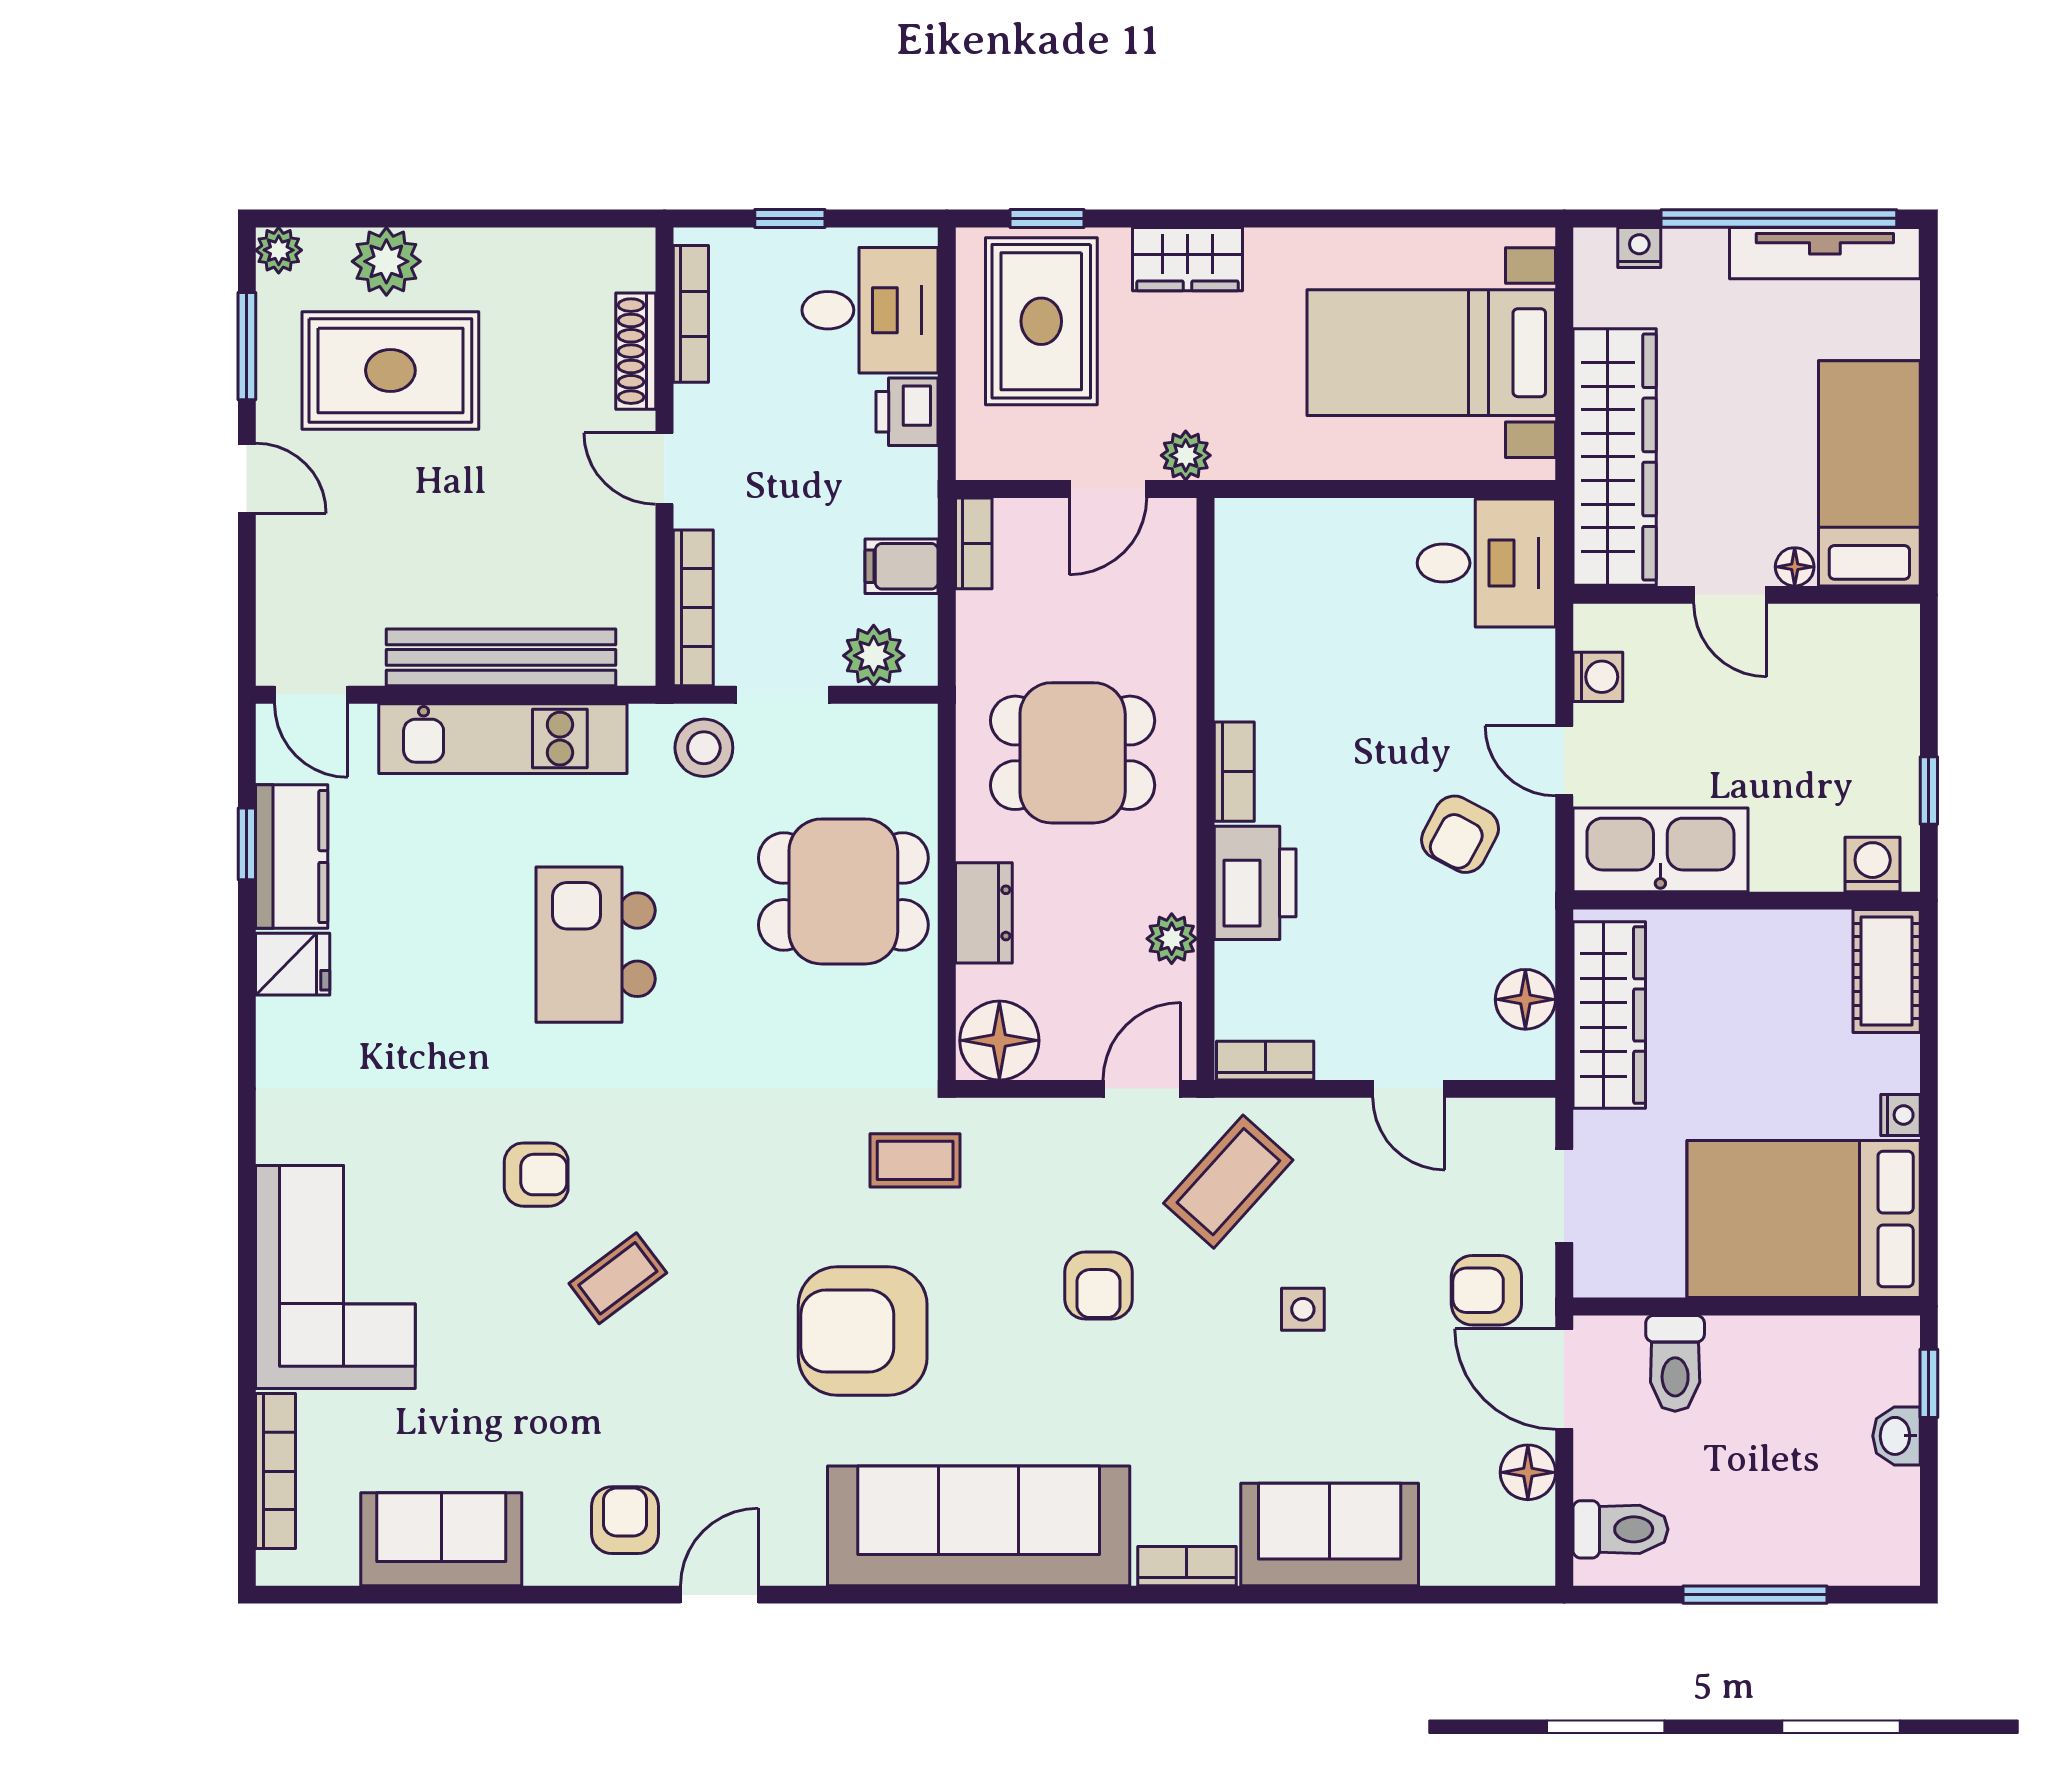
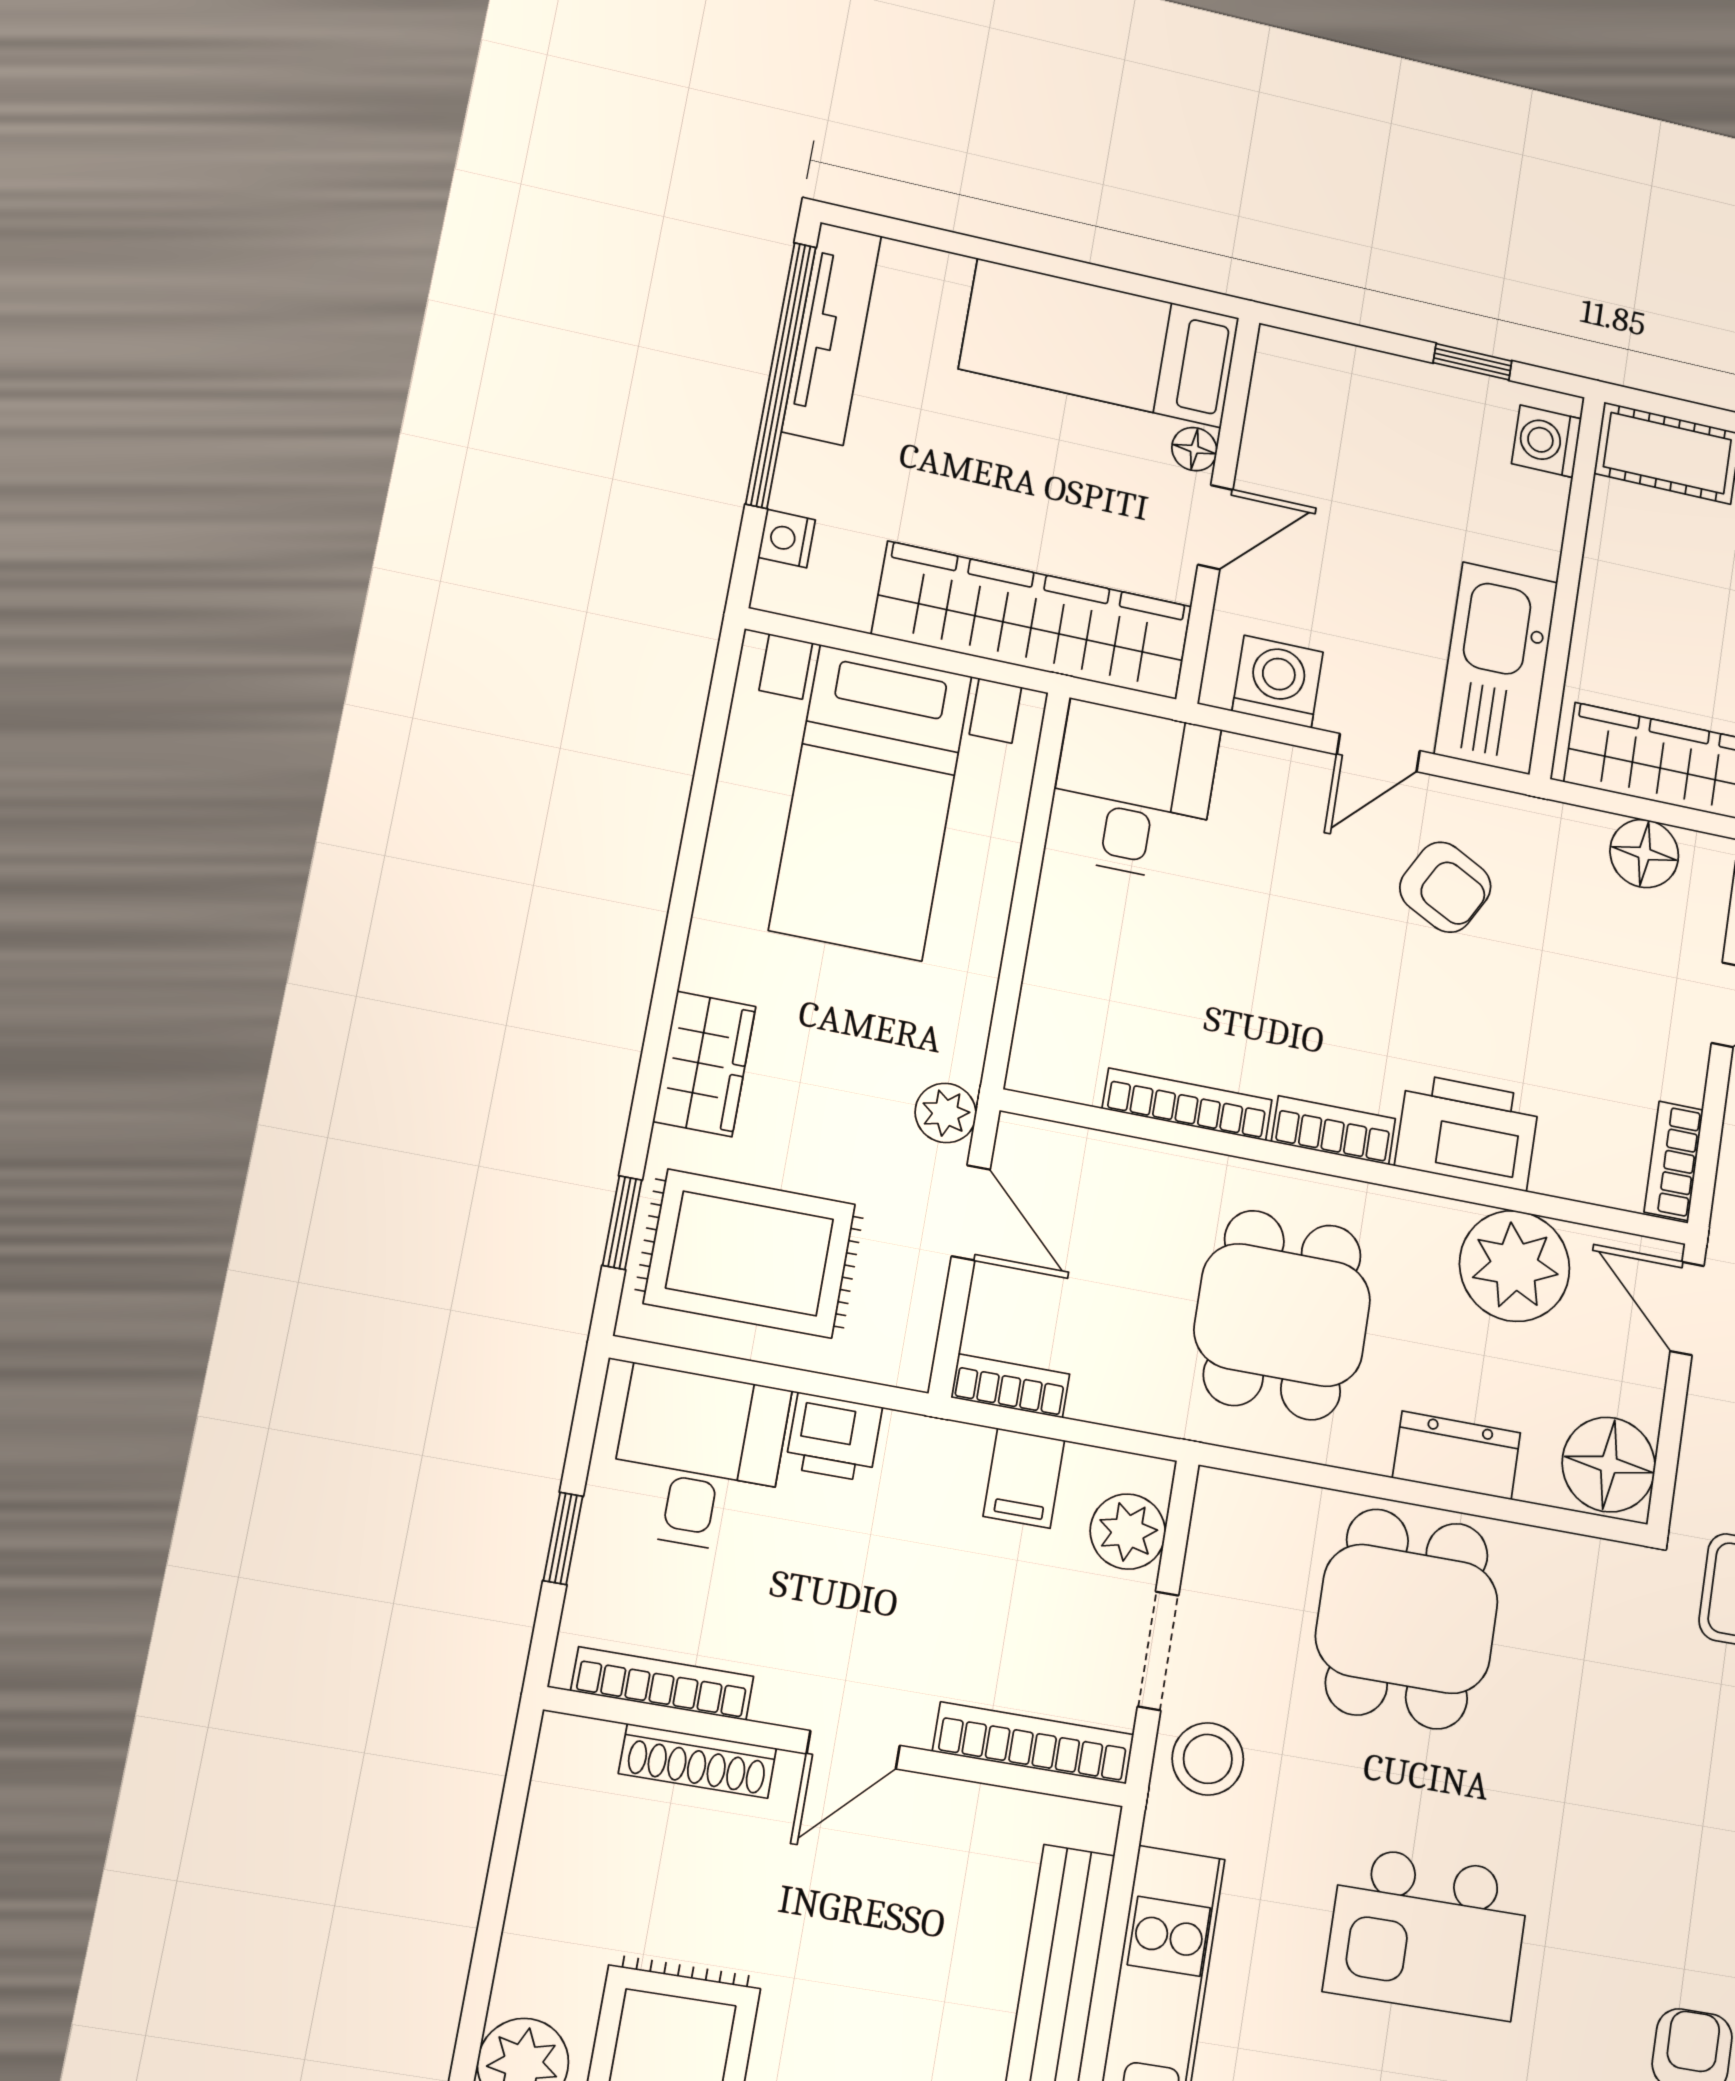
bookcase: (1232, 649) -> (1187, 1104), added
washing machine: (1598, 677) -> (1278, 682), width x1.38, depth x1.38
plant: (1172, 939) -> (1515, 1266), width x1.88, depth x1.88

